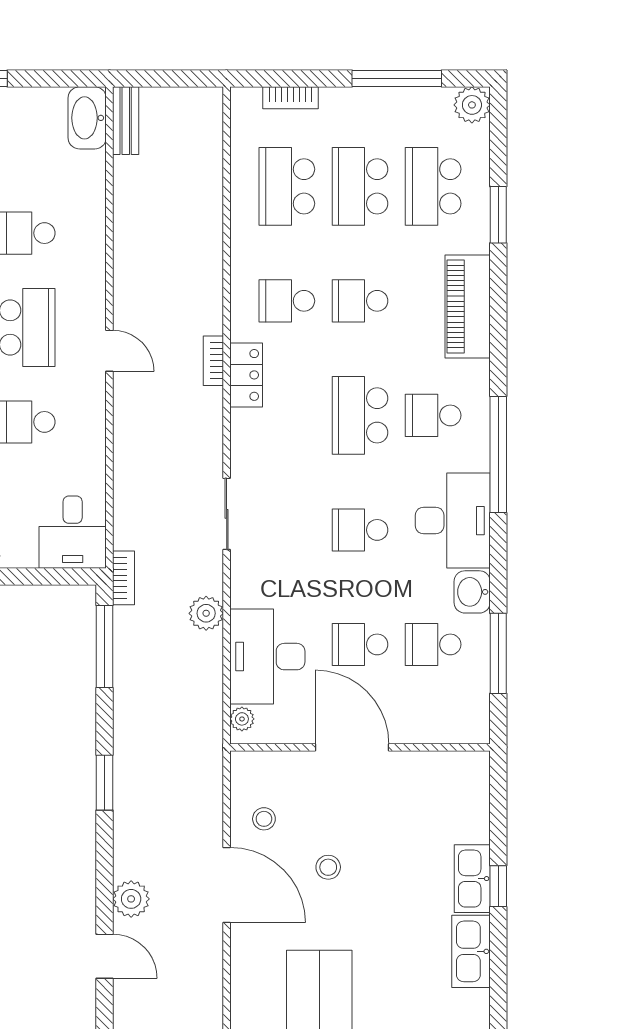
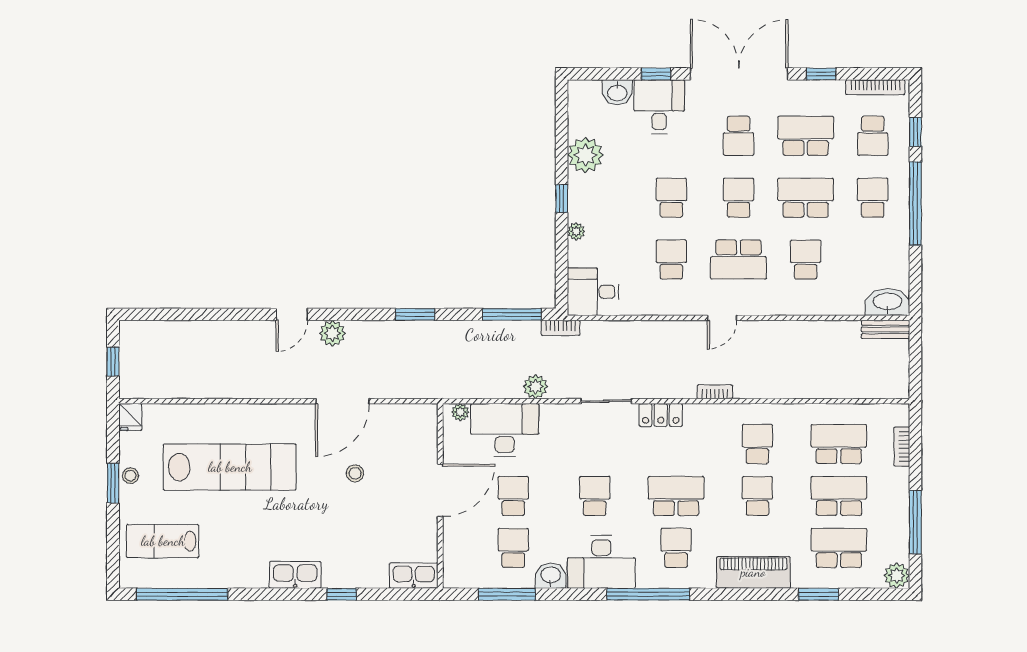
locker: (246, 375) -> (661, 415), moved
stool: (264, 819) -> (389, 428), removed
kitchen sink: (472, 879) -> (414, 576), moved

